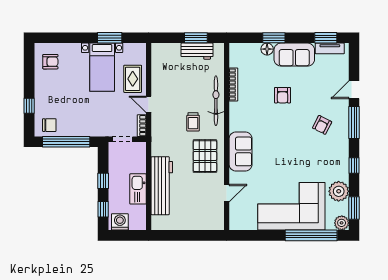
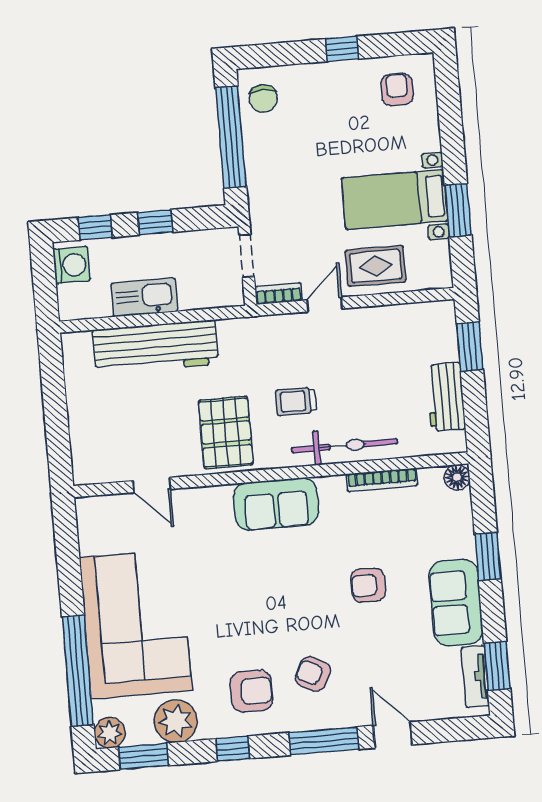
window: (196, 38) -> (470, 347), moved
floor lamp: (267, 49) -> (457, 477), moved
armchair: (50, 62) -> (397, 89), turned 180
window: (29, 106) -> (342, 49), moved
sofa: (241, 151) -> (276, 504), moved
armchair: (328, 154) -> (251, 691), added
pallet: (205, 156) -> (226, 432), turned 90

